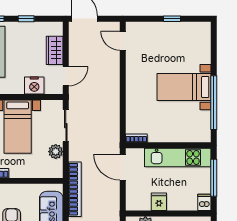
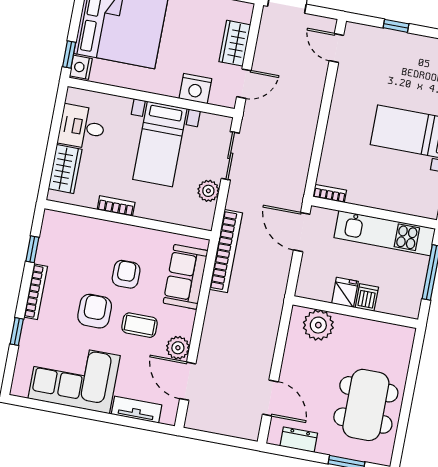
window: (172, 19) -> (396, 26), moved
dishwasher: (204, 202) -> (367, 297), moved

